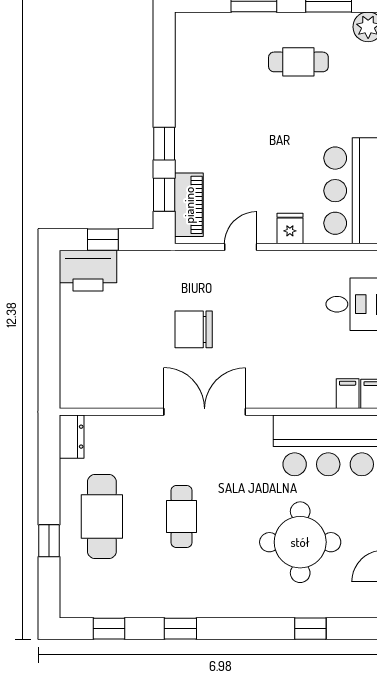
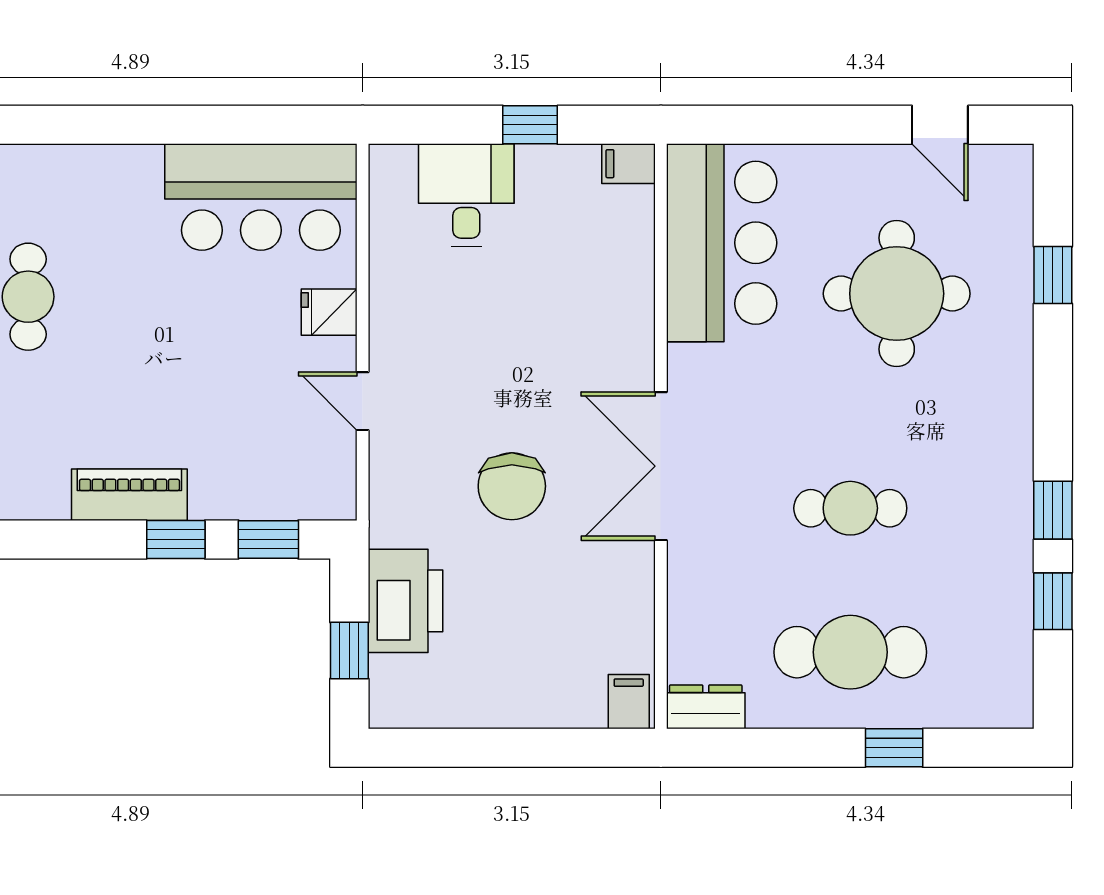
piano: (189, 205) -> (129, 495), moved
printer: (88, 271) -> (405, 601), moved
filing cabinet: (348, 394) -> (629, 702), moved, turned 90
window: (109, 629) -> (1053, 601), moved

